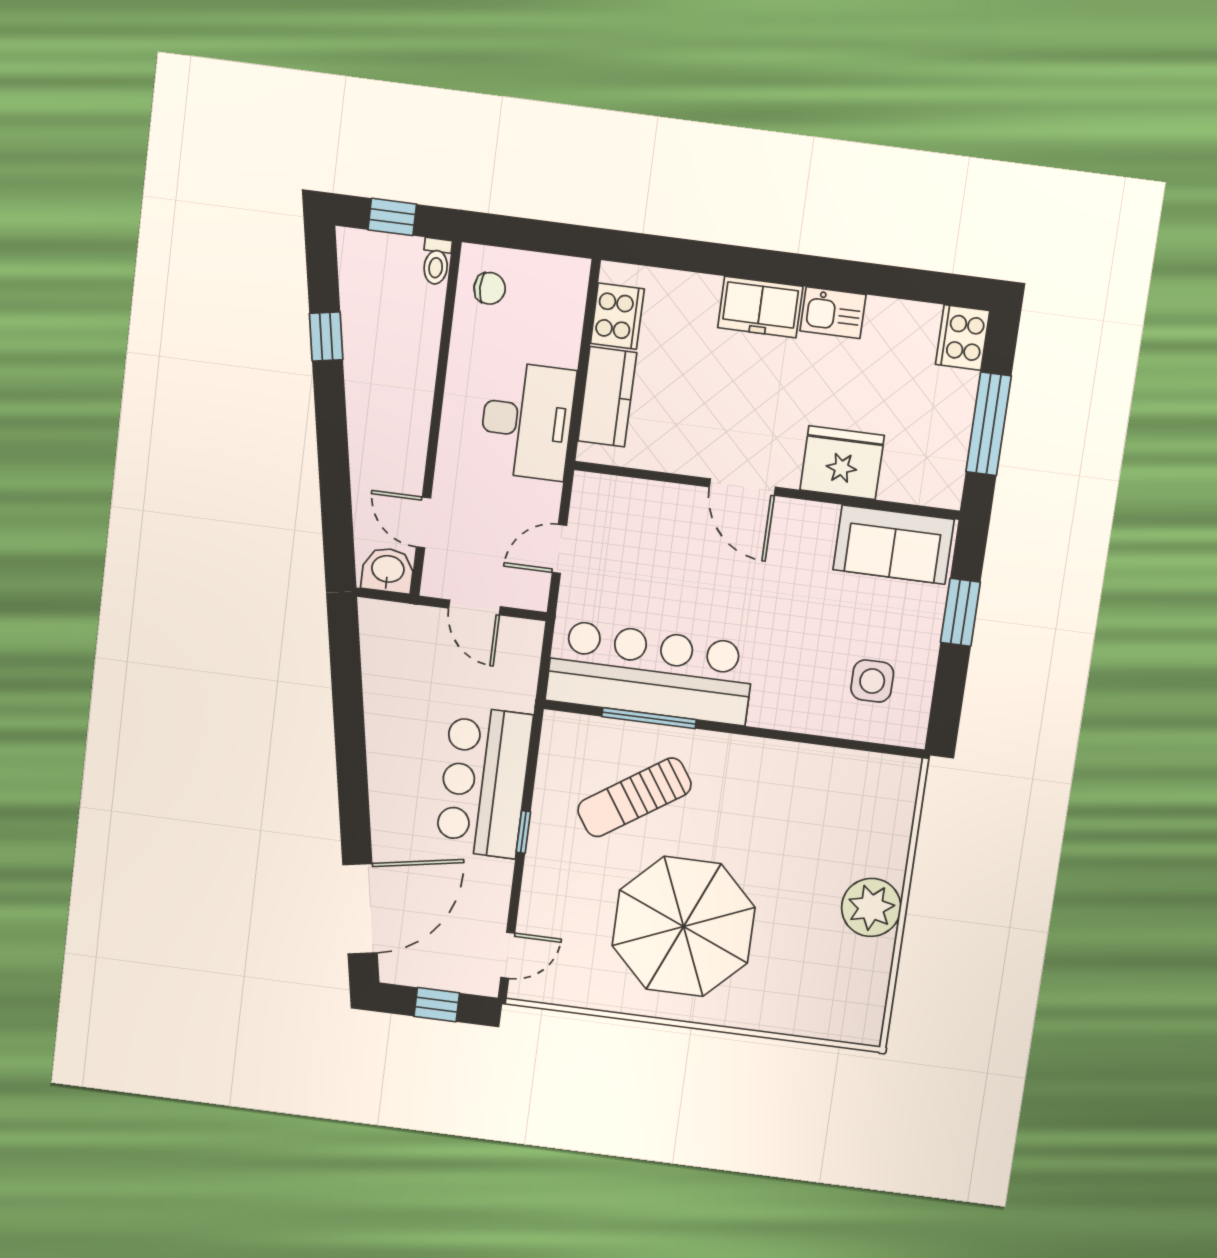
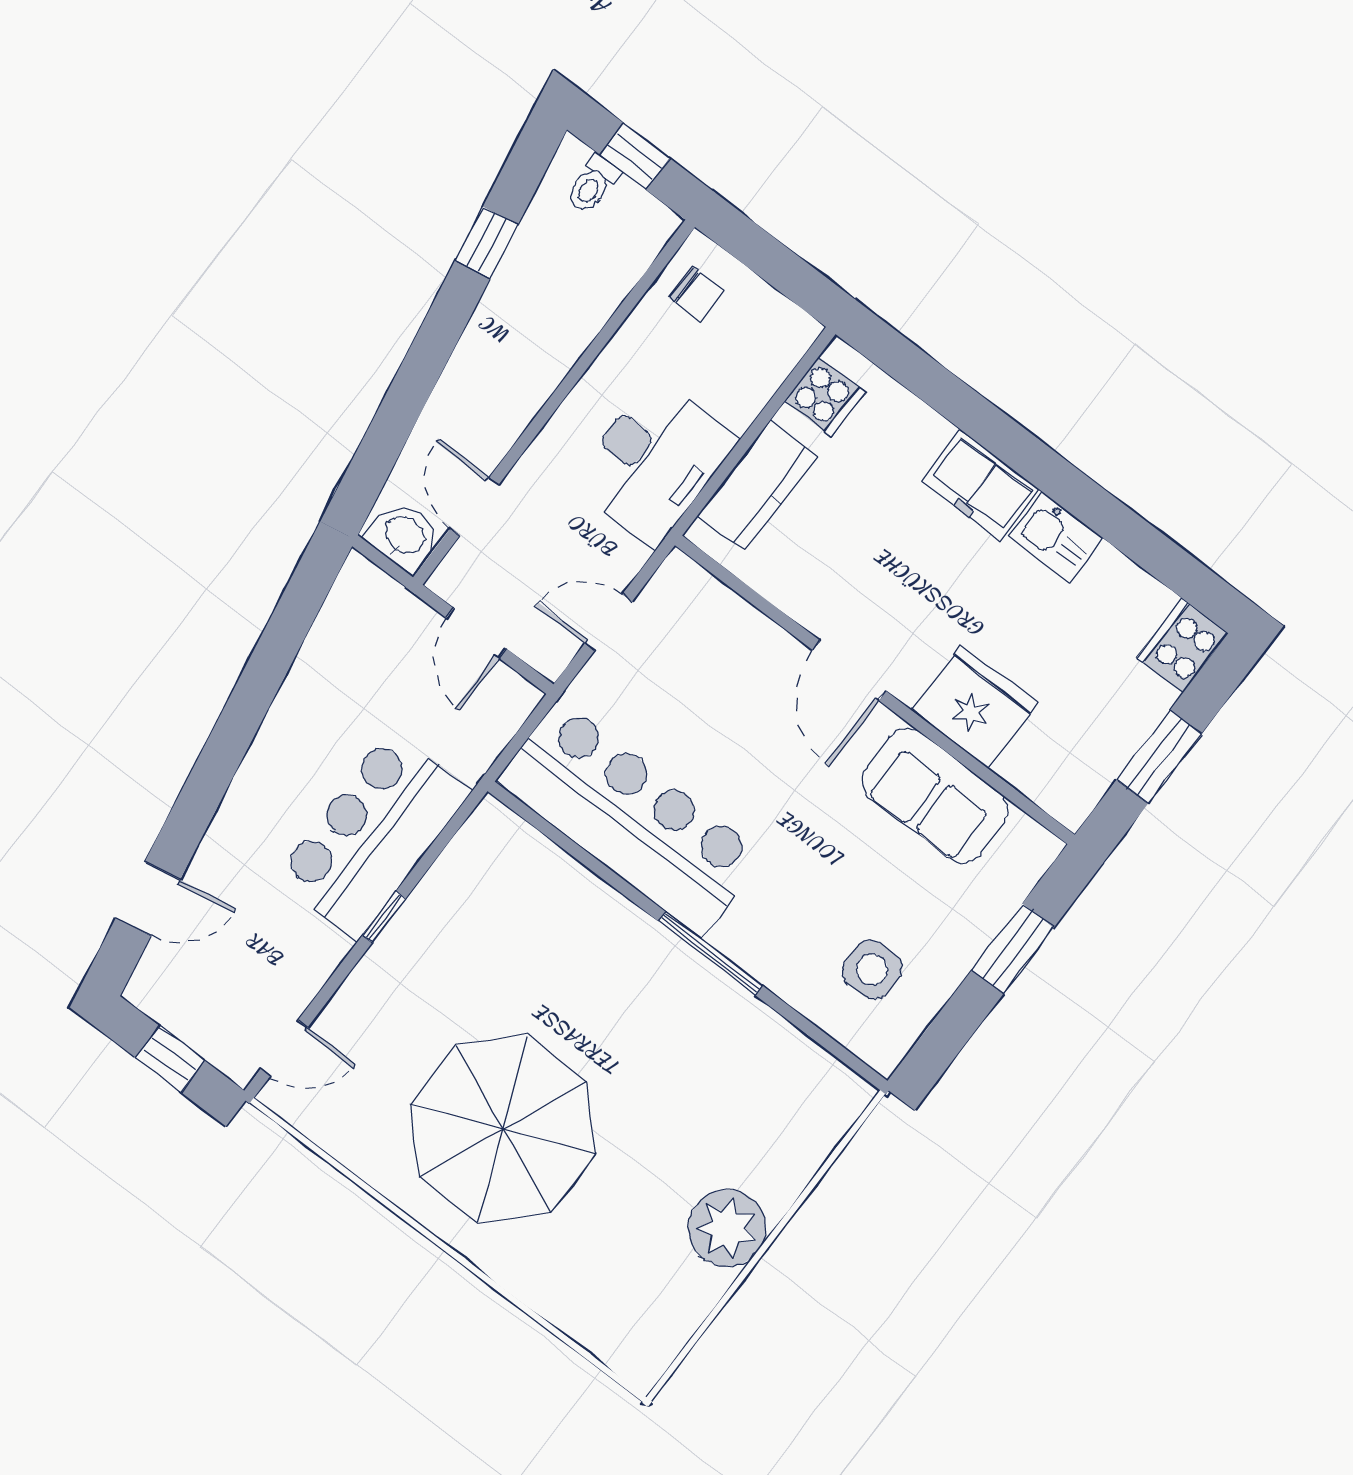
toilet: (436, 261) -> (593, 184), moved
cooker: (617, 316) -> (825, 397), width x0.73
window: (989, 424) -> (1159, 757), width x0.69
sofa: (894, 545) -> (935, 796), moved
window: (649, 718) -> (710, 953), moved
sun lounger: (634, 797) -> (532, 949), removed
door: (360, 909) -> (148, 899), width x0.53

